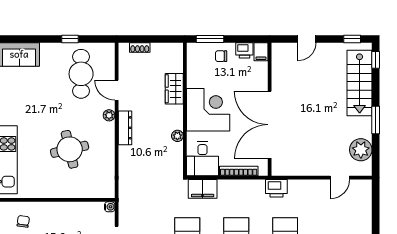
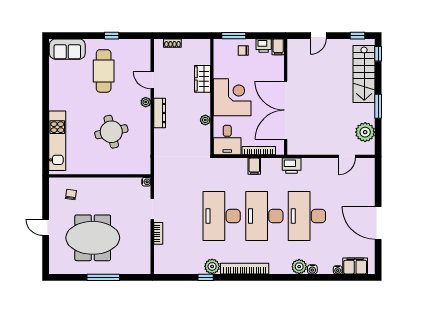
cafe table: (81, 74) -> (104, 71), moved
filing cabinet: (203, 189) -> (254, 166), moved, width x0.50

